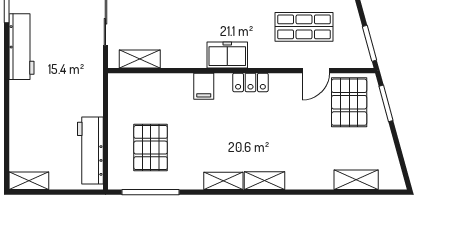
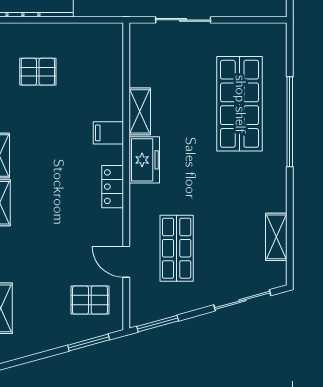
shelving: (140, 59) -> (140, 111), moved
pallet: (349, 102) -> (90, 300), width x0.67, depth x0.71
pallet: (151, 148) -> (38, 72), width x0.67, depth x0.71

